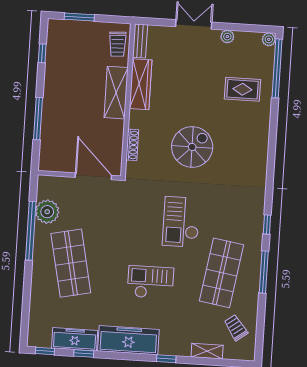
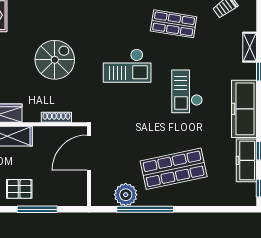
pallet: (60, 101) -> (19, 189), added
spiral stairs: (192, 147) -> (55, 60), turned 90
shop shelf: (221, 273) -> (174, 24), width x0.70, depth x0.74
shelving: (207, 351) -> (250, 47), moved

